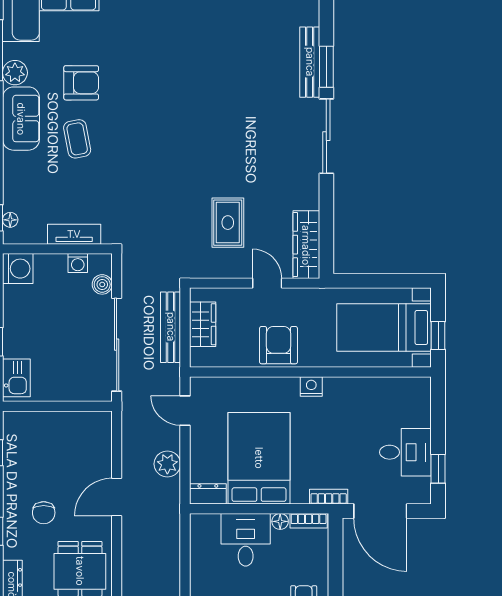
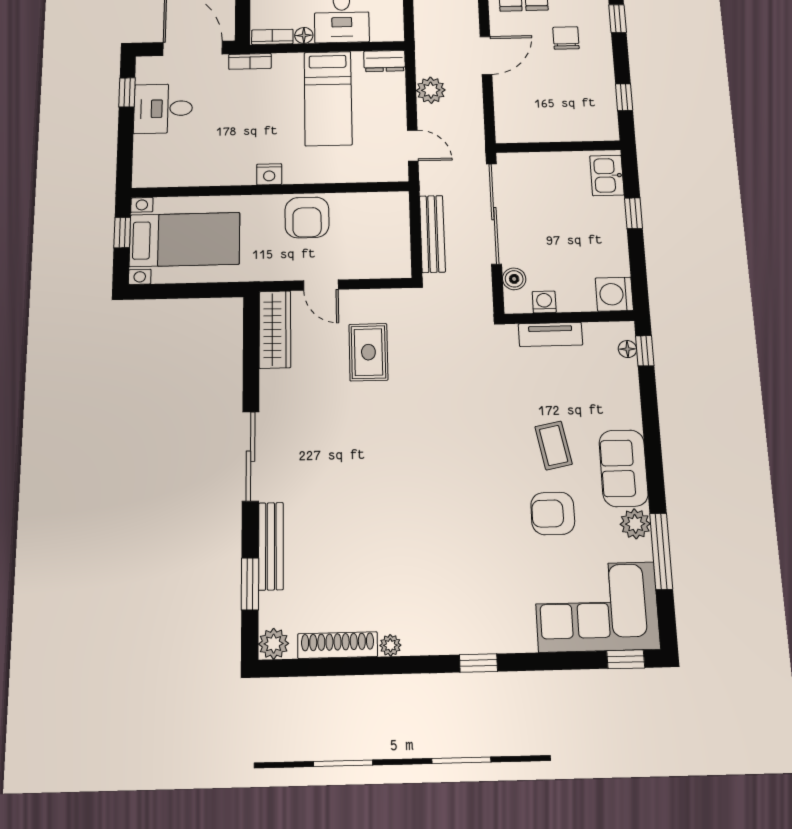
window: (326, 67) -> (250, 584), moved
wardrobe: (203, 324) -> (395, 238), removed
bed: (259, 458) -> (328, 98), width x0.67

